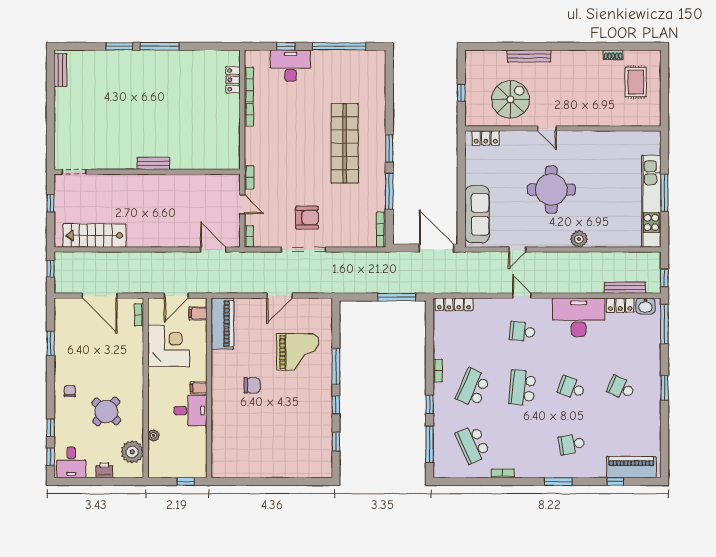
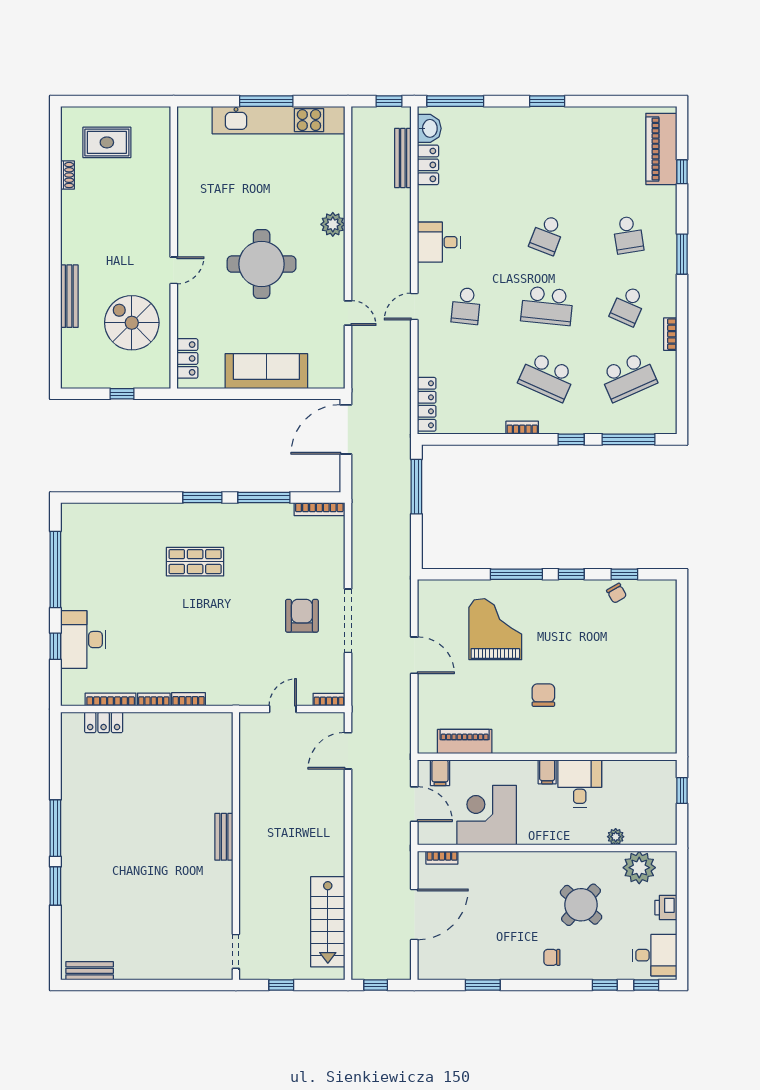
shop shelf: (345, 143) -> (195, 562), width x0.50, depth x0.74
bookcase: (249, 177) -> (189, 699), moved
sofa: (477, 214) -> (266, 371), moved
desk: (579, 317) -> (439, 242), width x0.53, depth x0.77
piano: (222, 324) -> (465, 742), width x0.73, depth x0.75
school desk: (621, 388) -> (628, 306), moved
chair: (323, 436) -> (617, 593), added

